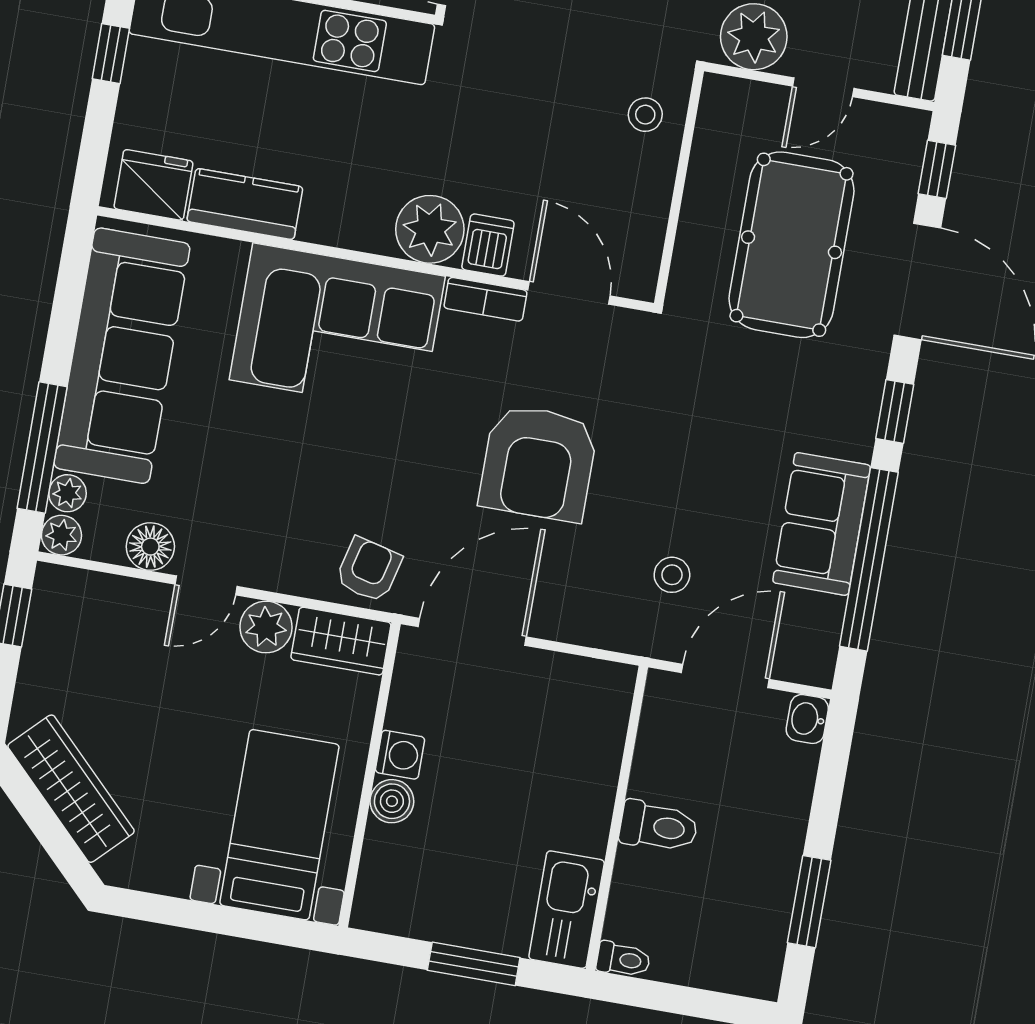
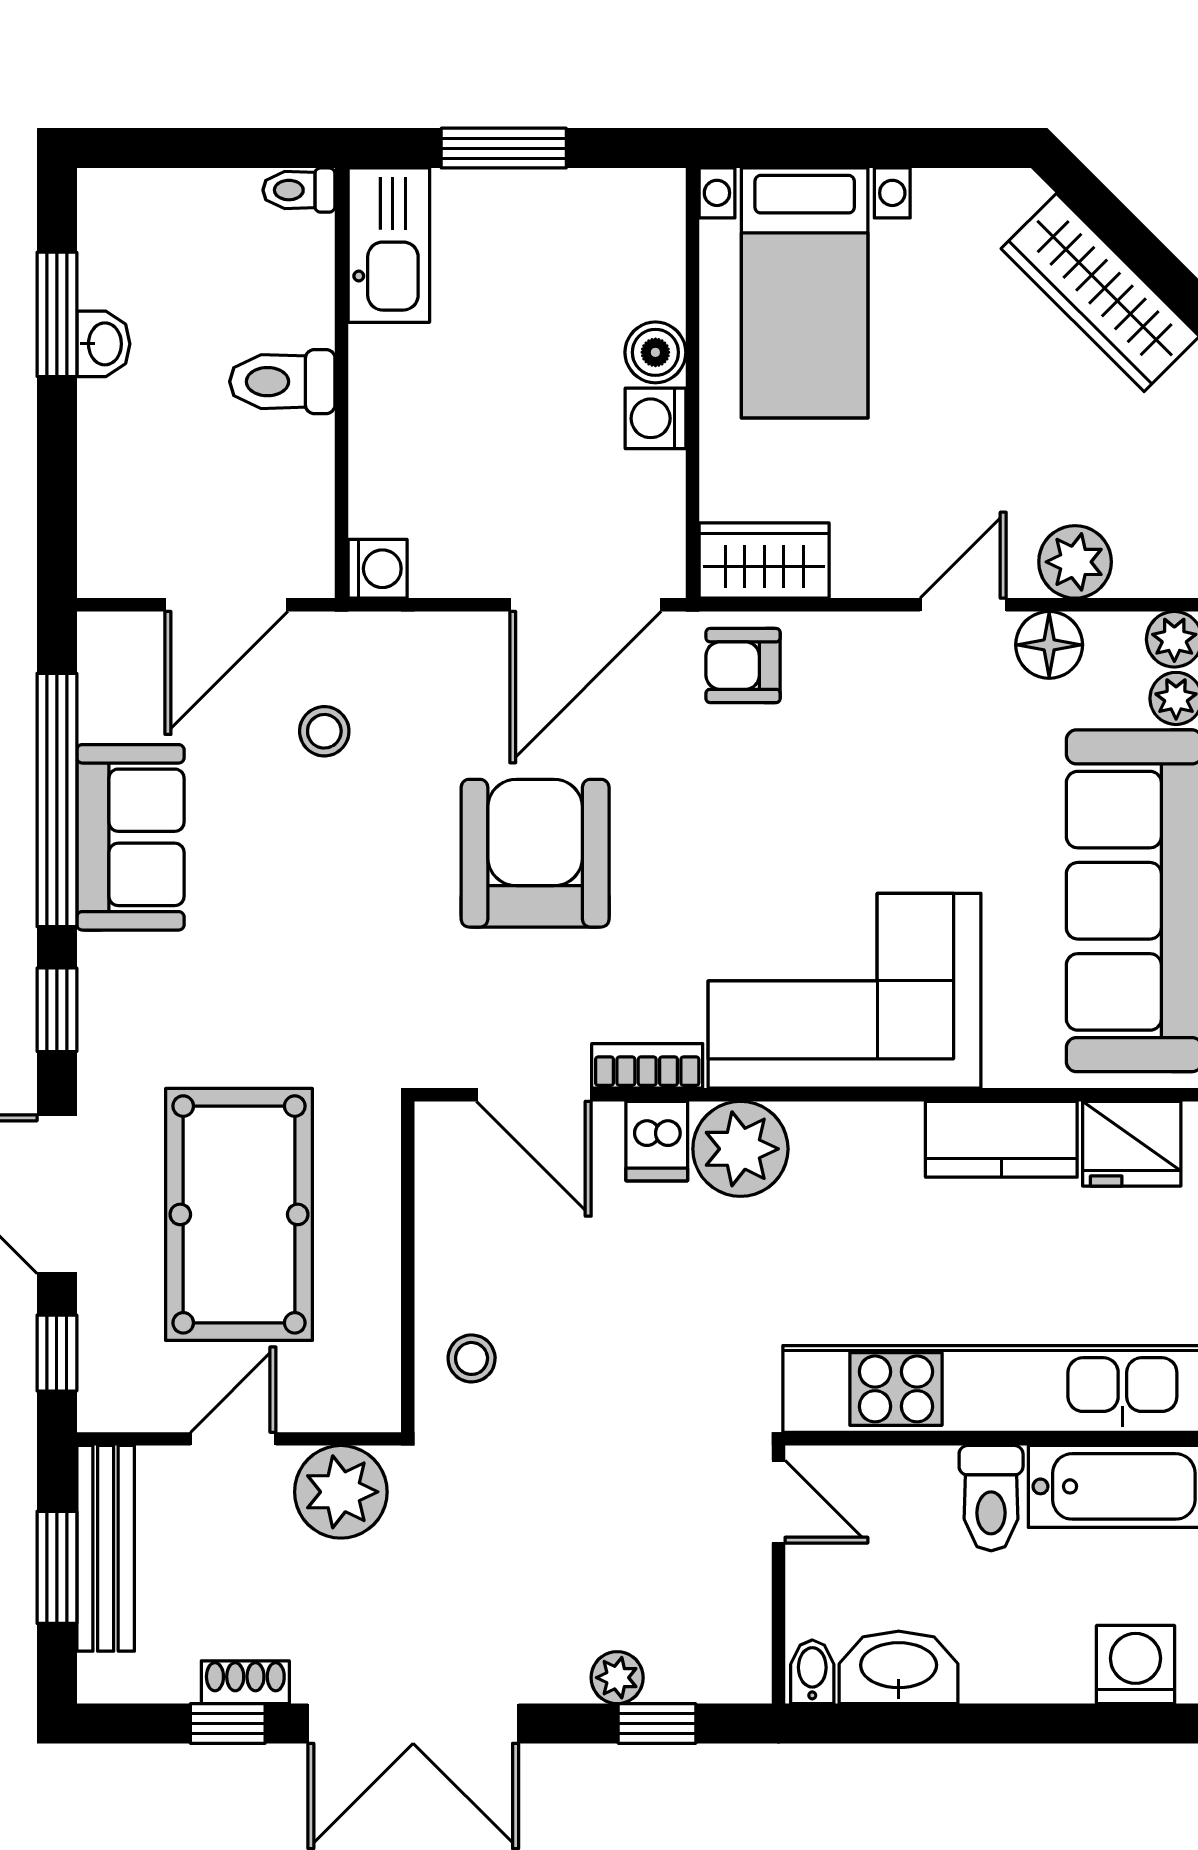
armchair: (369, 570) -> (743, 666), turned 76
plant: (266, 627) -> (1075, 562), moved
washing machine: (614, 683) -> (378, 569), added
washbasin: (807, 719) -> (103, 344), moved

